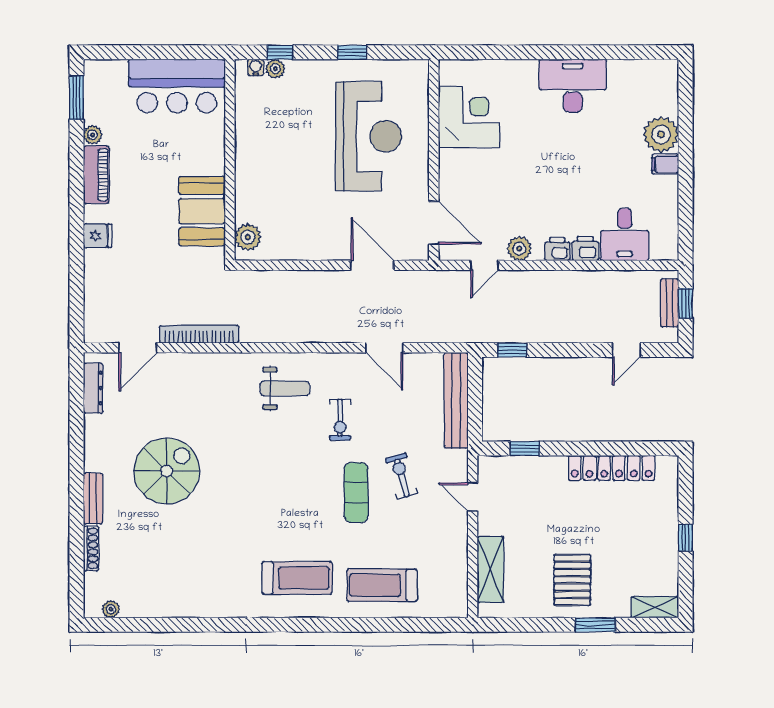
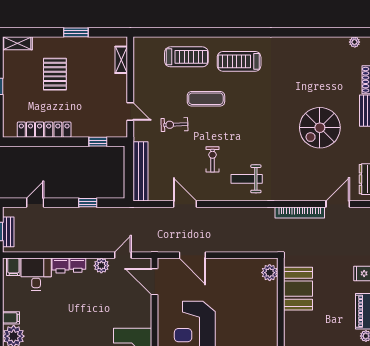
filing cabinet: (661, 247) -> (13, 267), added
window: (512, 350) -> (88, 203), moved
exercise bike: (401, 476) -> (174, 125), turned 104
exercise mat: (356, 493) -> (206, 99), moved, turned 90
shelving: (490, 569) -> (121, 60), width x0.67, depth x0.75
pallet: (572, 580) -> (55, 74), moved
window: (595, 625) -> (76, 32), moved

